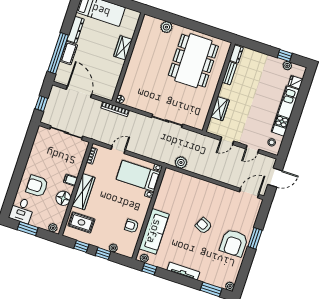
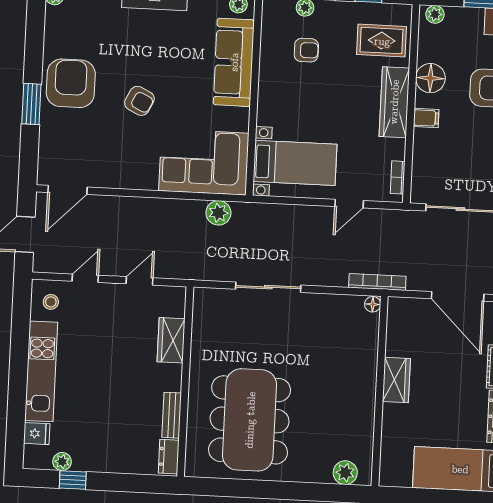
plant: (166, 27) -> (345, 473), moved
wardrobe: (123, 48) -> (396, 380), moved
corner sofa: (181, 188) -> (204, 162), added
armchair: (132, 226) -> (306, 50), moved

